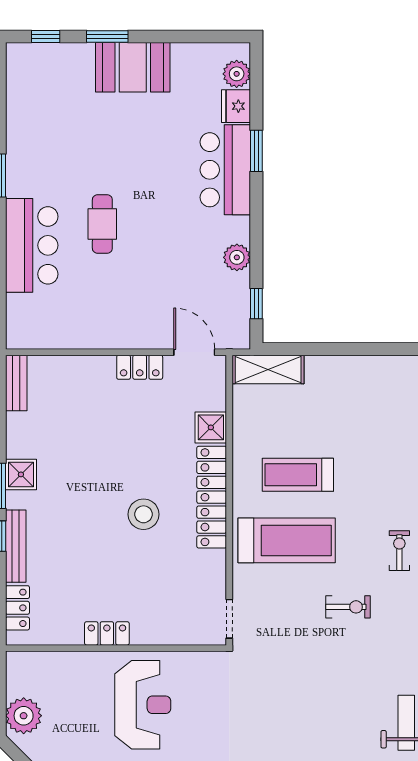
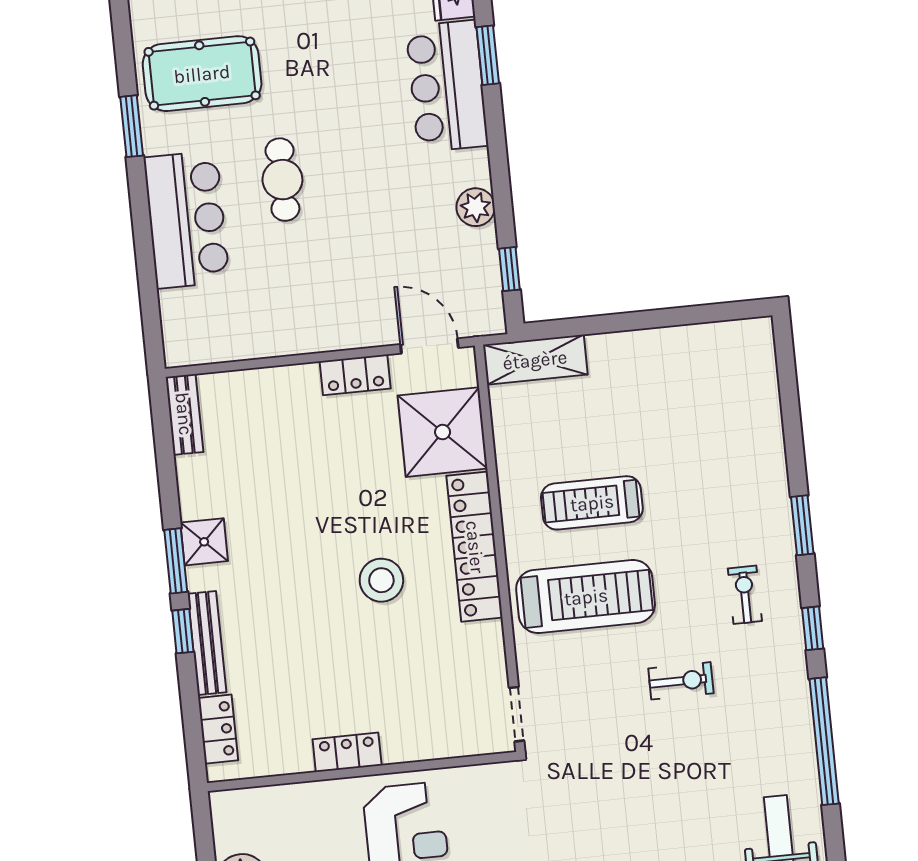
pool table: (53, 143) -> (202, 74), added
shower: (211, 427) -> (443, 432), width x1.86, depth x1.86

